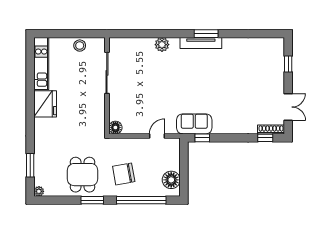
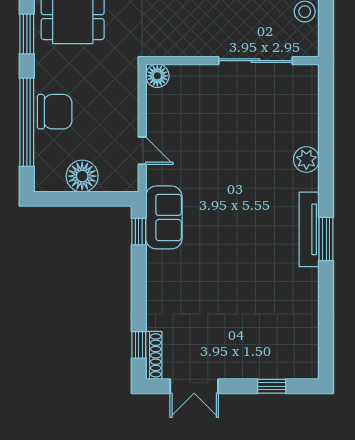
chair: (124, 174) -> (55, 112), moved, turned 100
floor lamp: (171, 180) -> (82, 176), moved

